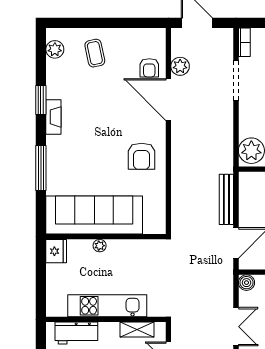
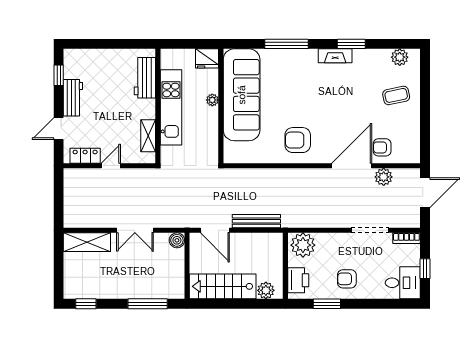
kitchen unit: (107, 306) -> (171, 107), moved
wall: (106, 319) -> (158, 106), moved
shelving: (137, 330) -> (148, 136), moved
workbench: (76, 333) -> (145, 78), moved

